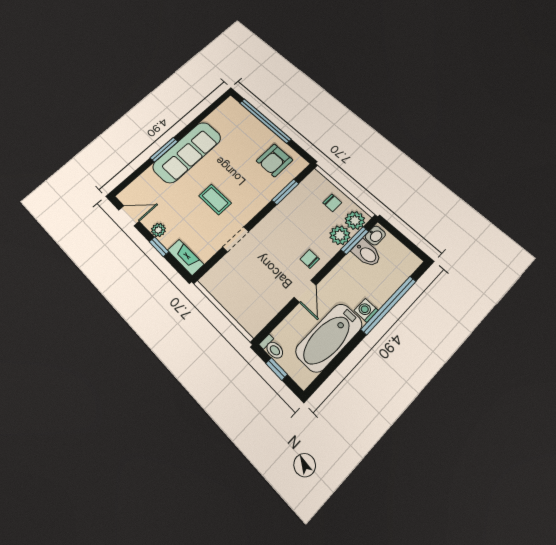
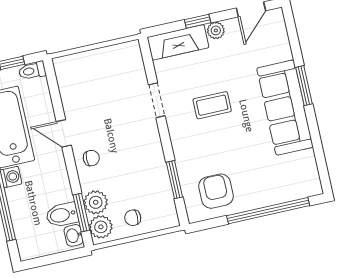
fireplace: (186, 257) -> (178, 42), width x1.37, depth x1.32

